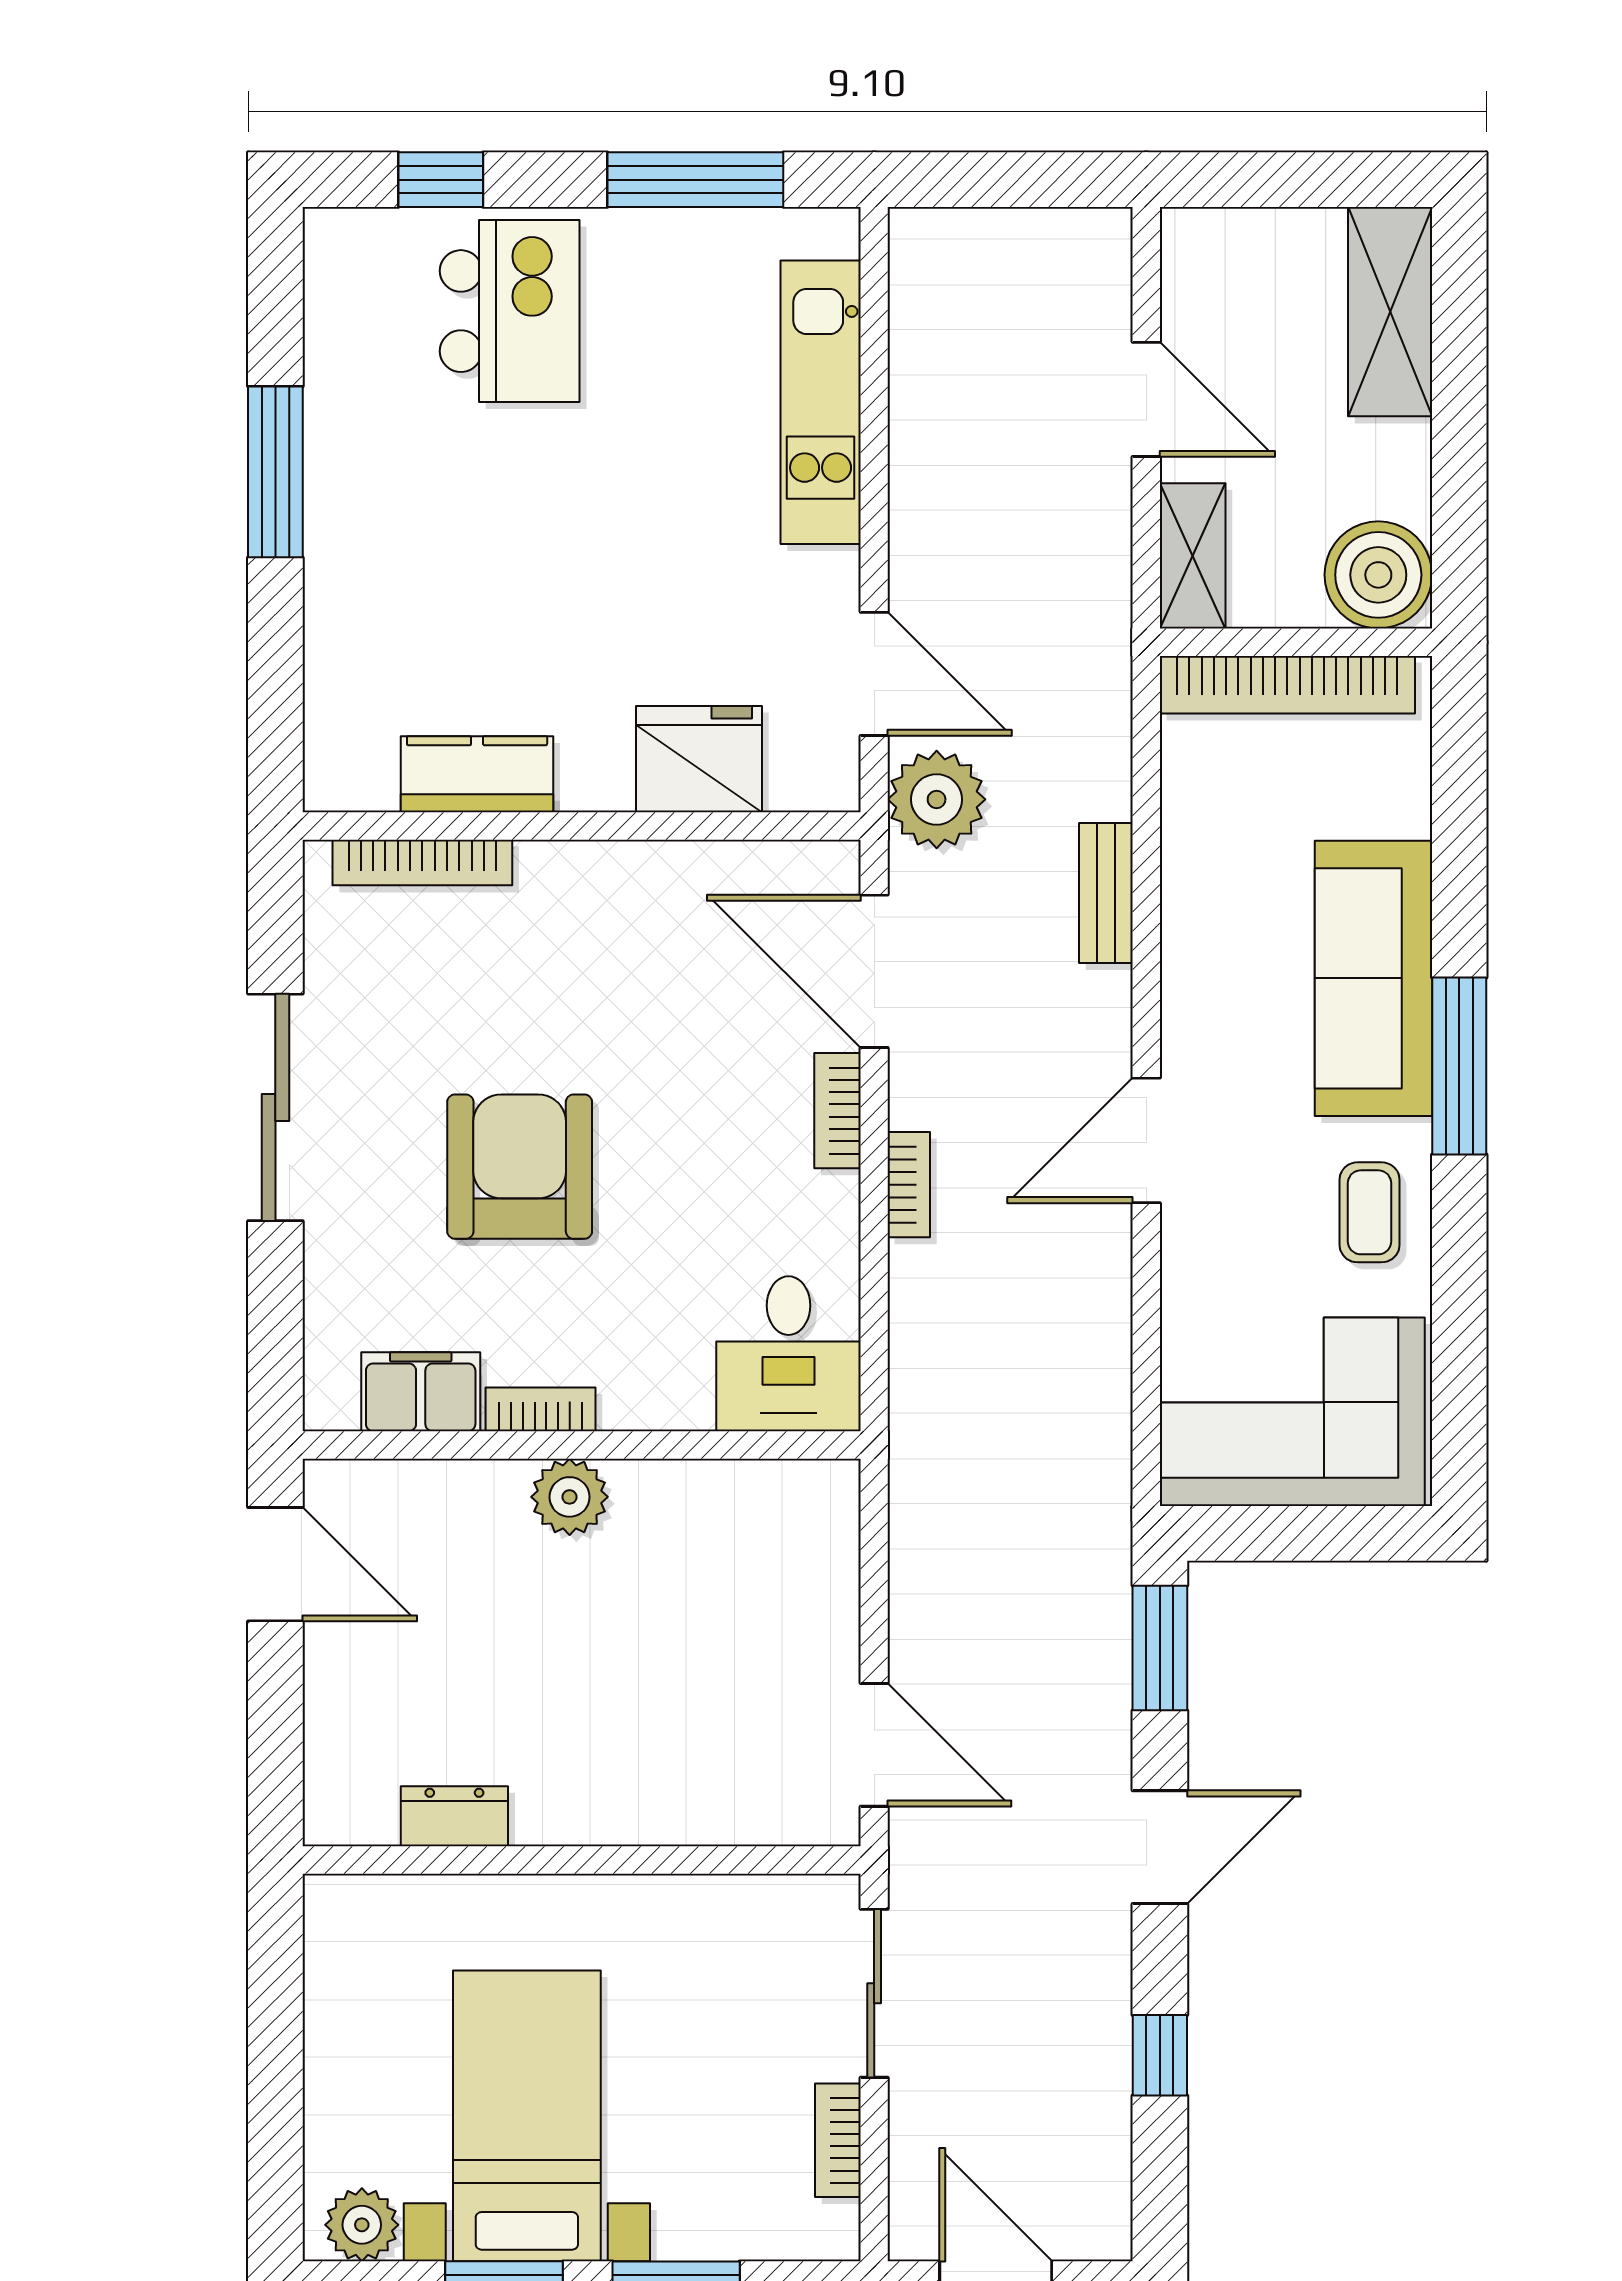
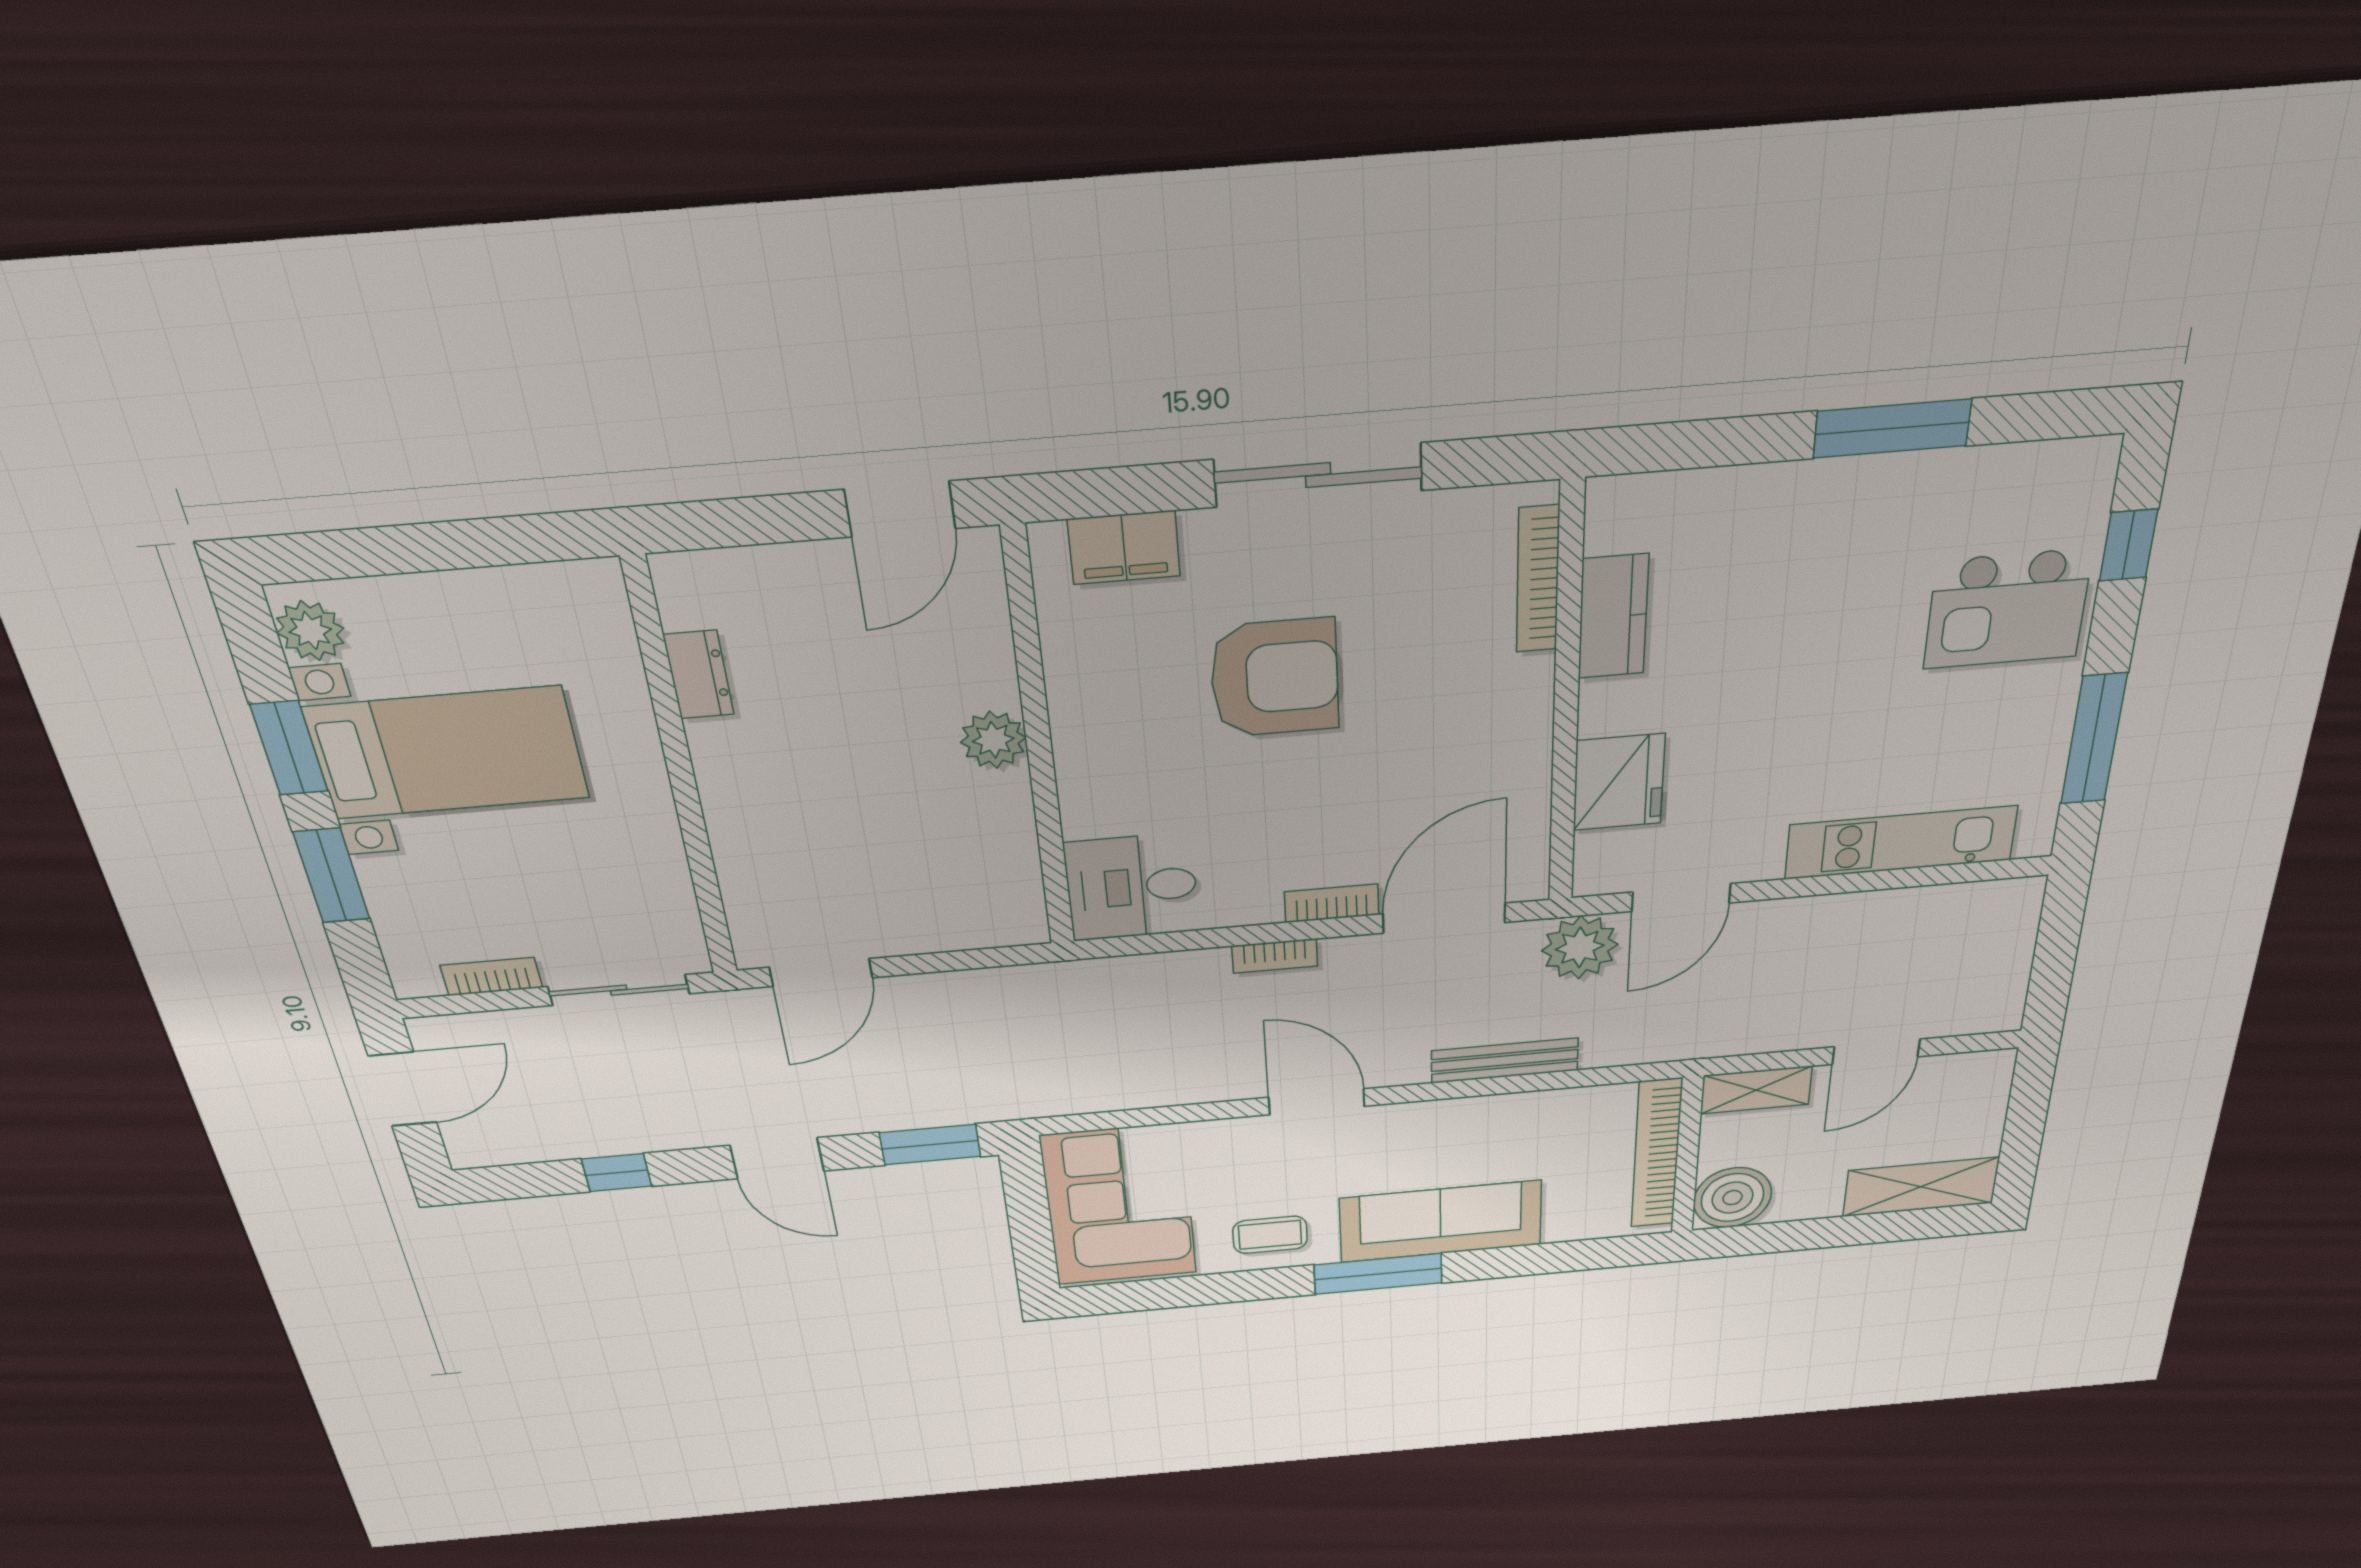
bench: (1106, 893) -> (1505, 1061), width x1.36
filing cabinet: (421, 1392) -> (1124, 548), moved, turned 90
bookcase: (540, 1409) -> (1066, 711), removed

